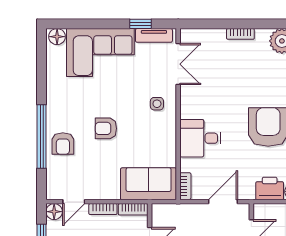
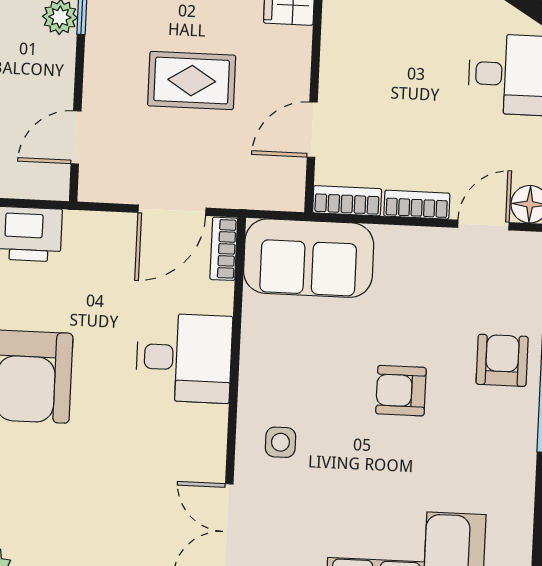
armchair: (106, 128) -> (401, 391), turned 180
door: (223, 202) -> (172, 210), moved

